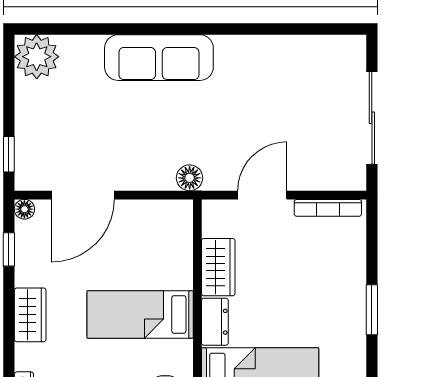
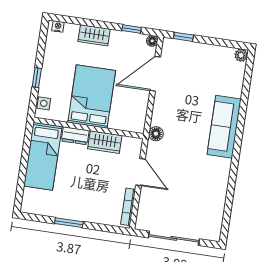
plant: (37, 57) -> (241, 55), width x0.53, depth x0.53
door: (83, 195) -> (155, 74), hinge flipped
bed: (140, 314) -> (92, 96), width x1.50

